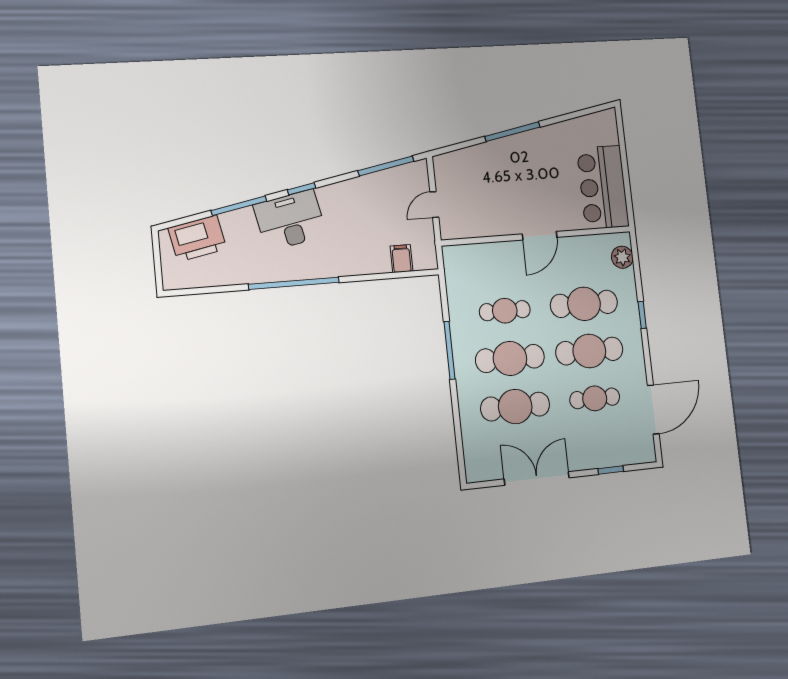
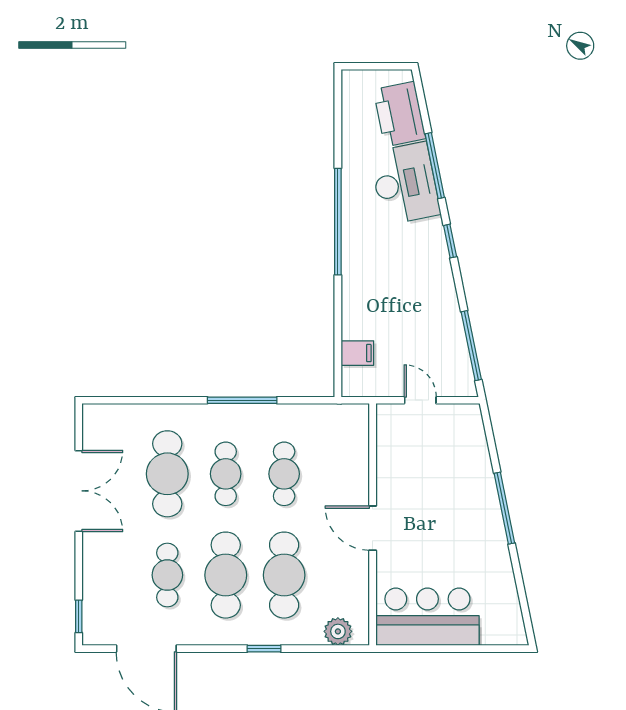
desk: (290, 220) -> (405, 183), moved
cafe table: (510, 358) -> (226, 474), width x0.73, depth x0.74
window: (611, 470) -> (79, 616), moved

